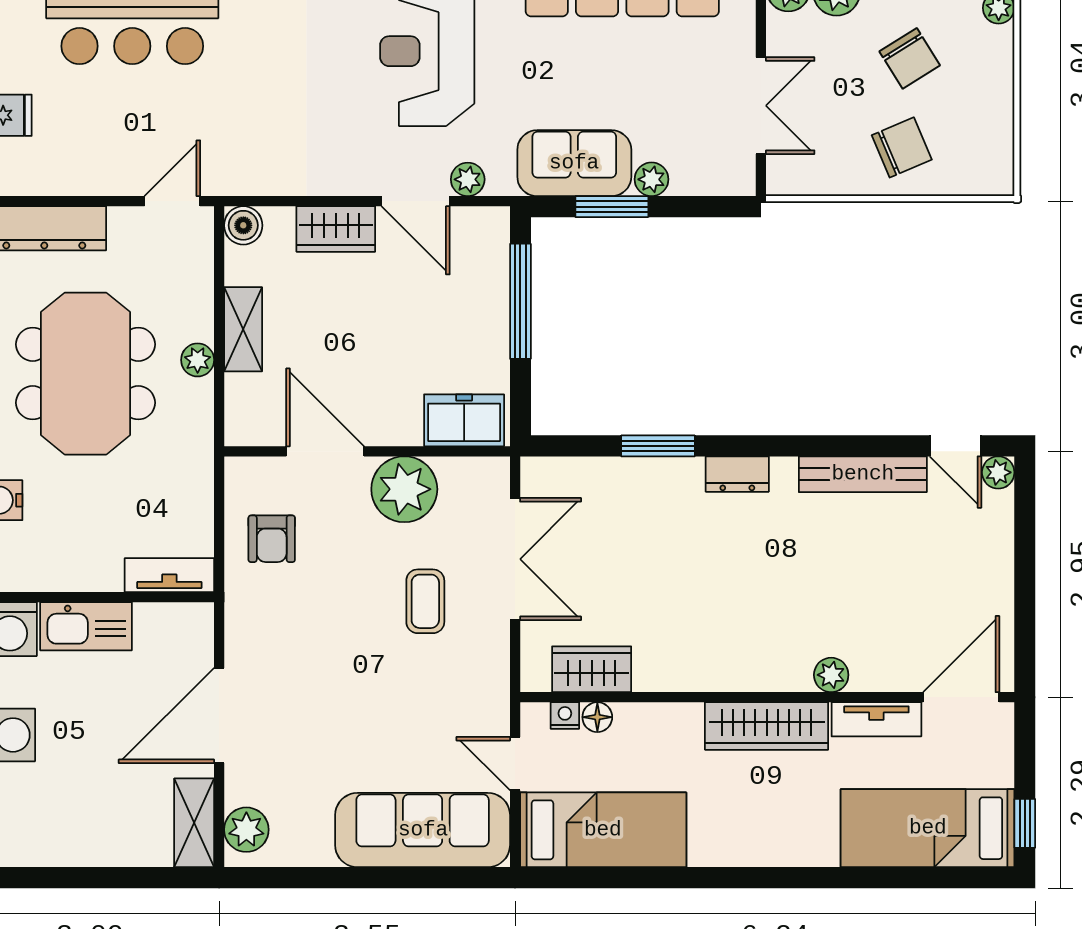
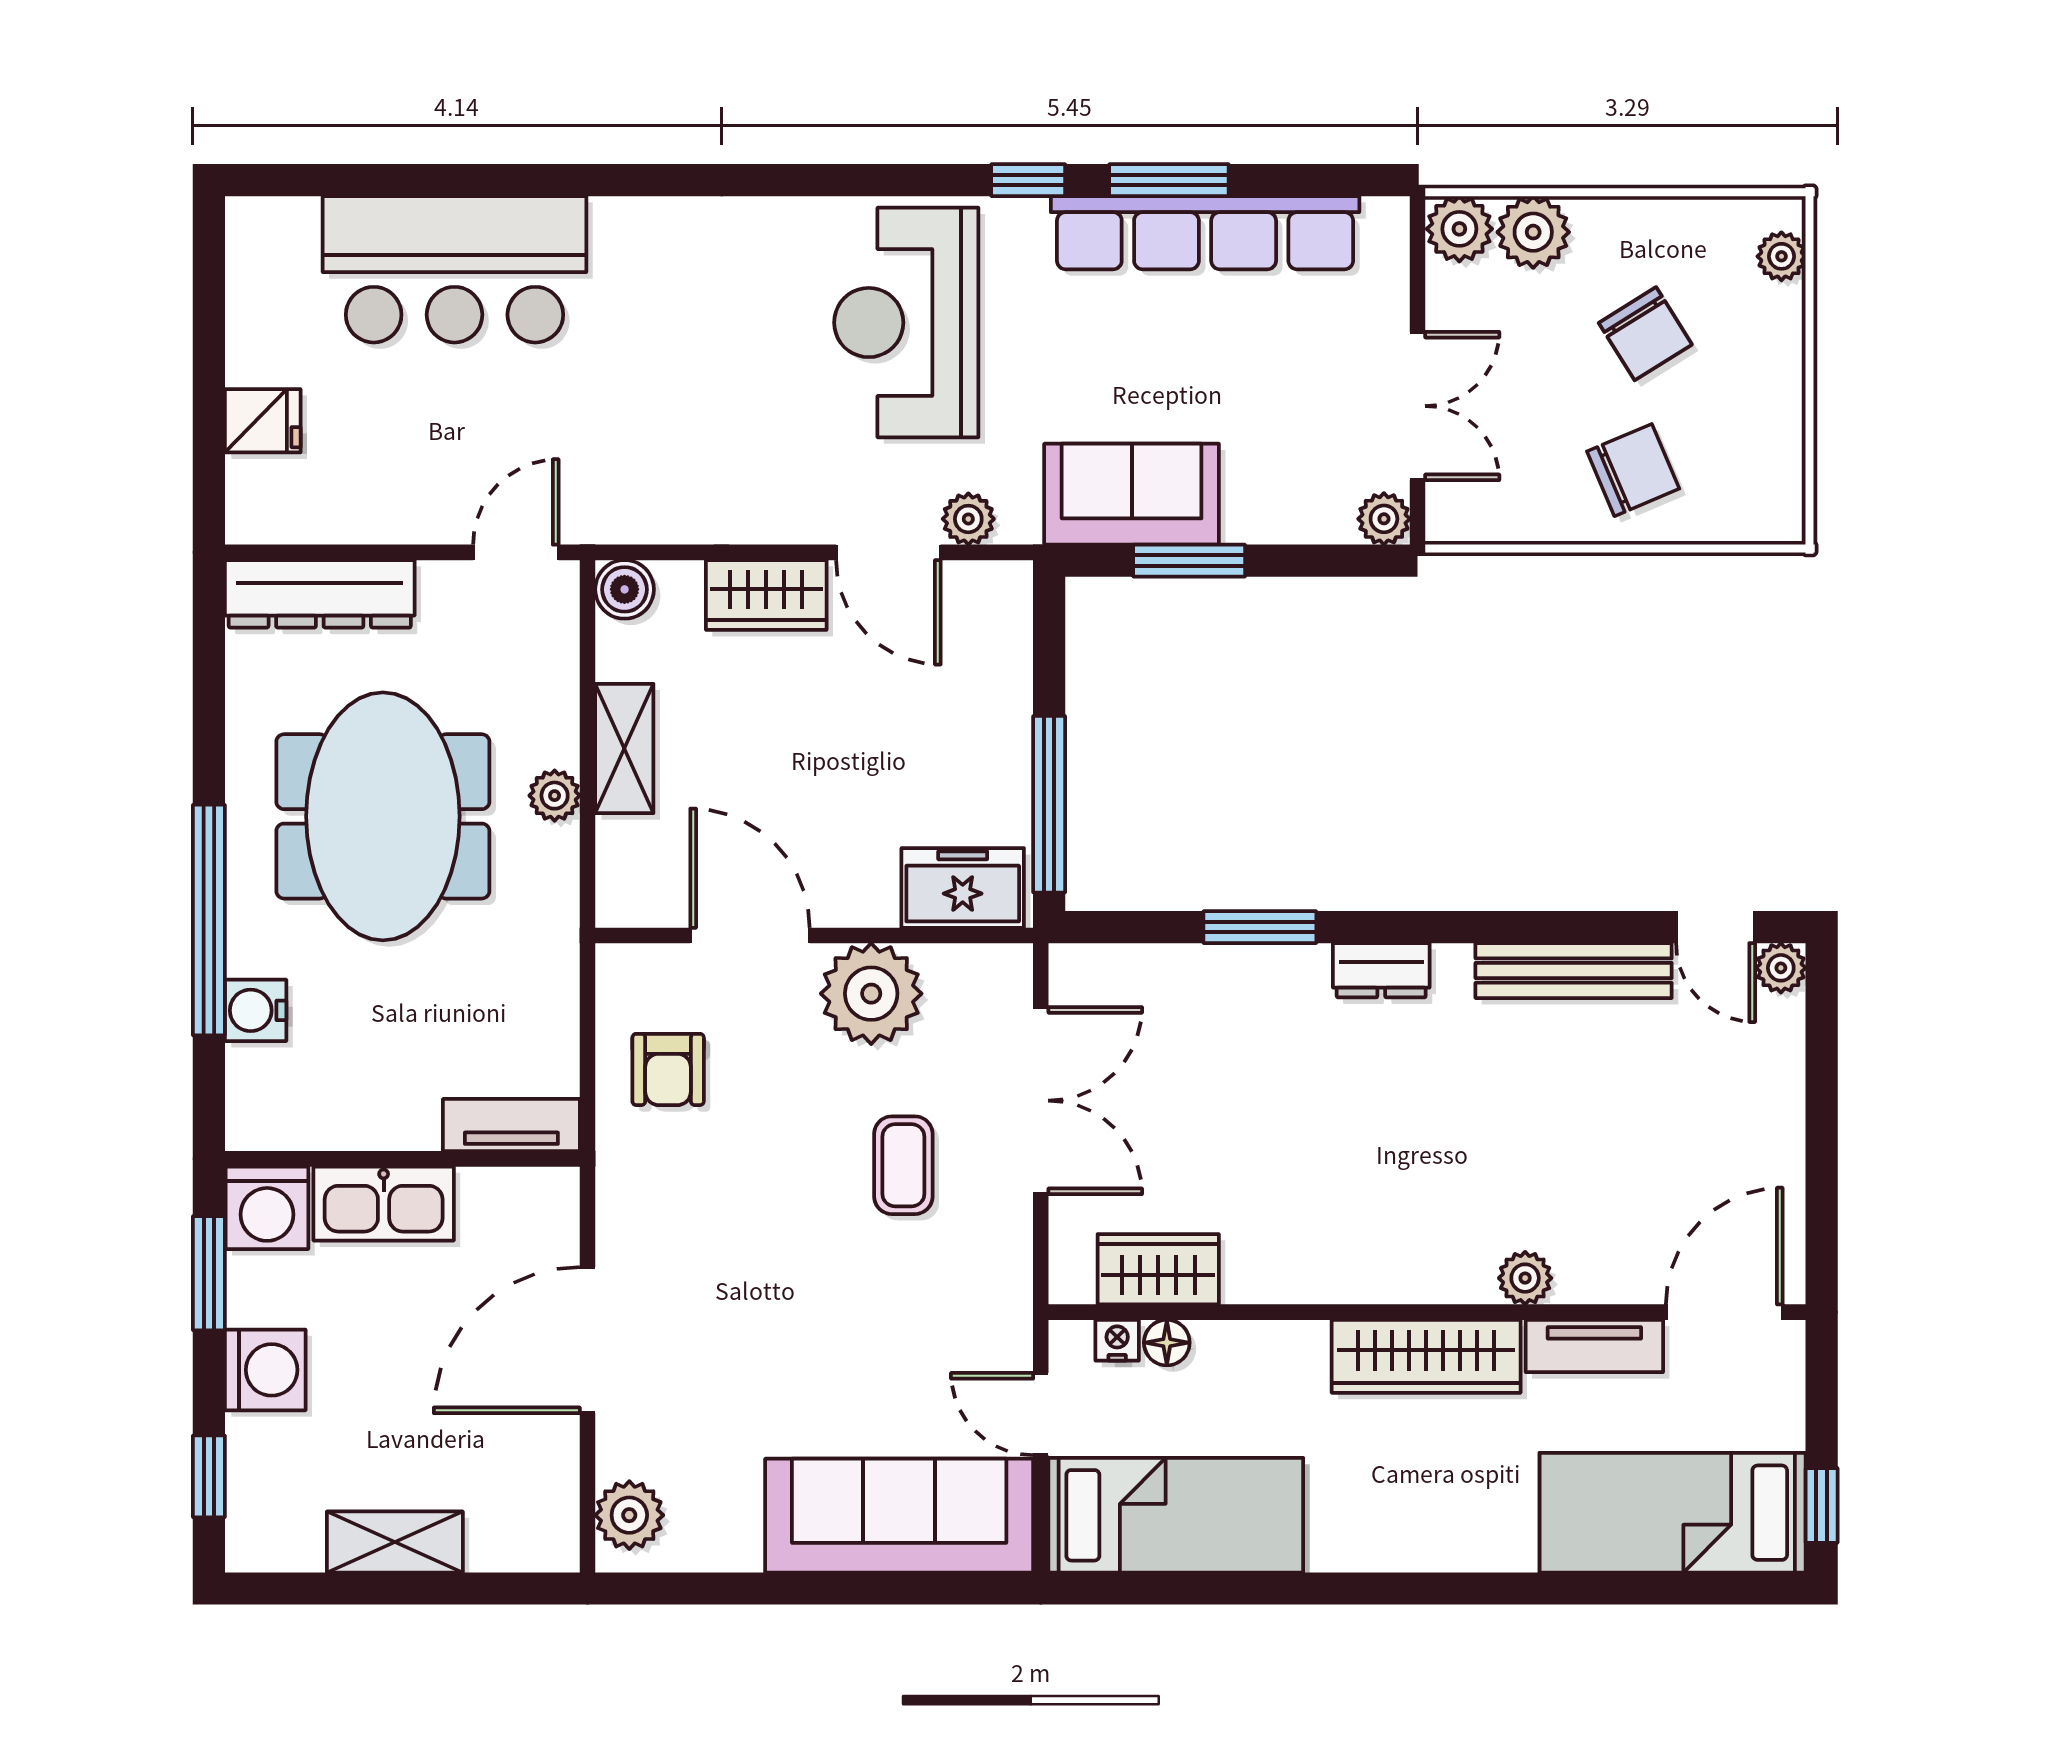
plant: (651, 179) -> (1384, 519), moved
window: (520, 301) -> (1049, 804), moved
shelving: (194, 823) -> (395, 1542), moved, turned 90

